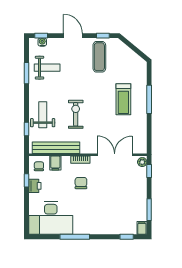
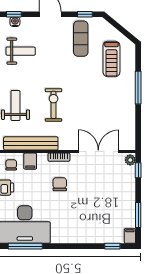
treadmill: (123, 99) -> (111, 59), moved
window: (75, 237) -> (25, 246), moved

